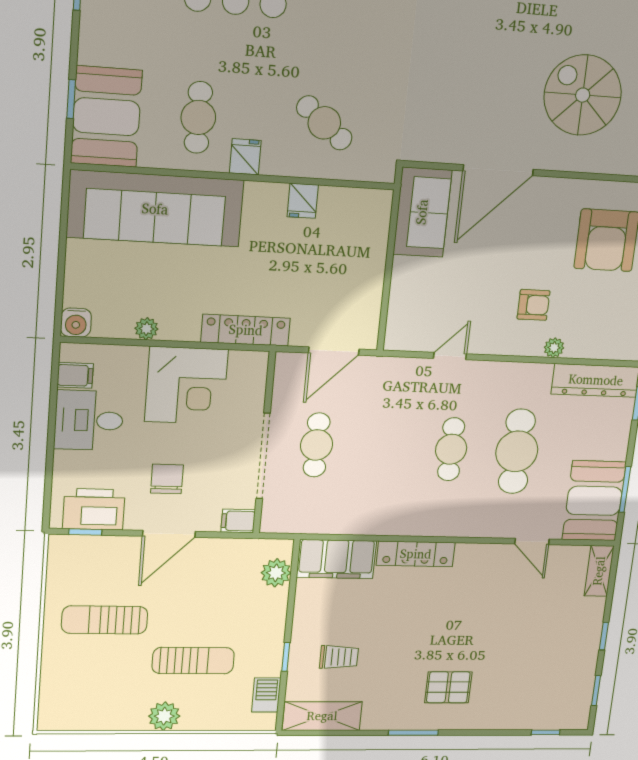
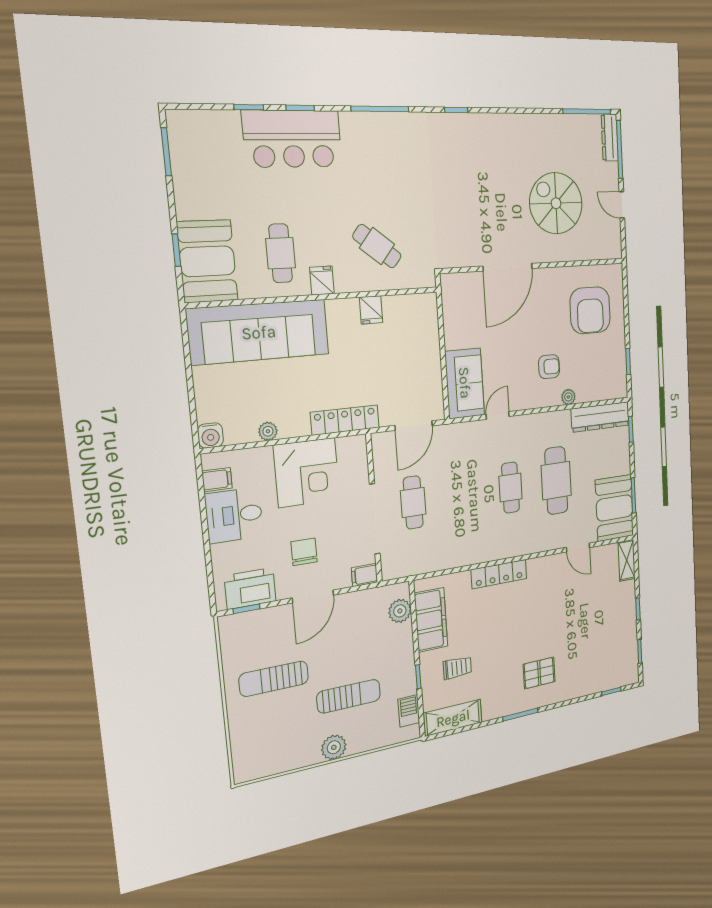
sofa: (422, 212) -> (465, 383), moved
filing cabinet: (336, 559) -> (431, 620), moved, turned -90

